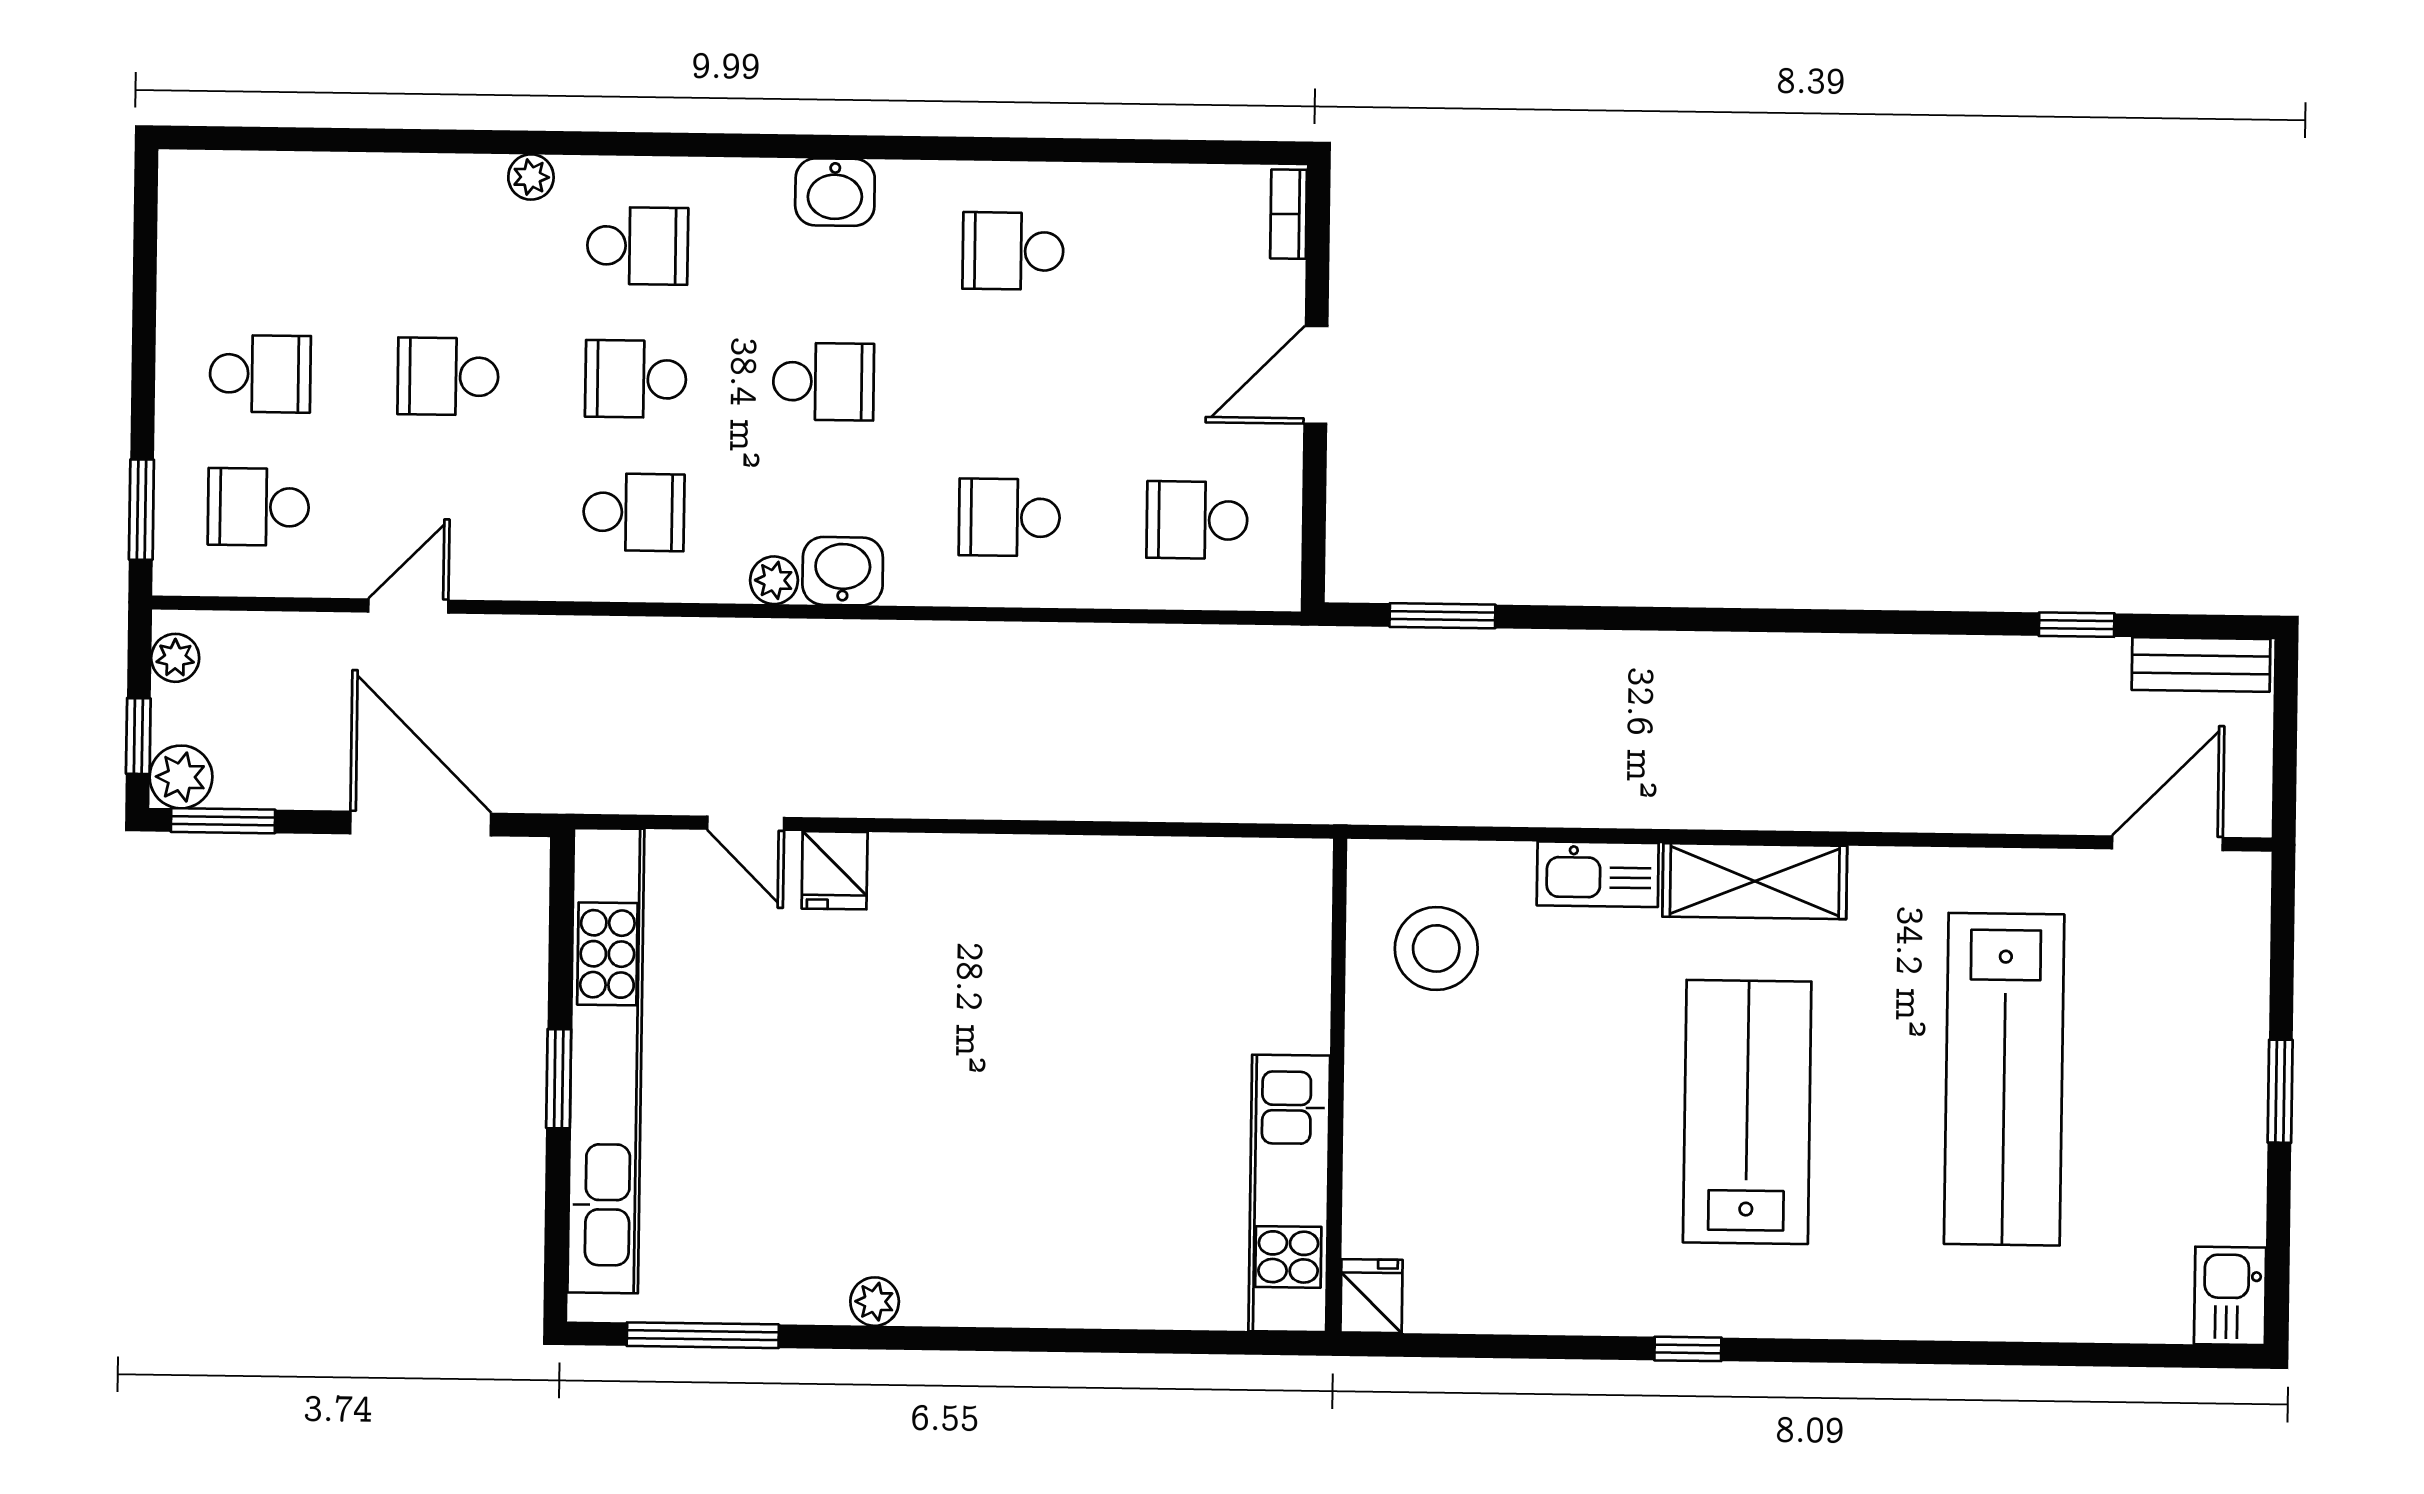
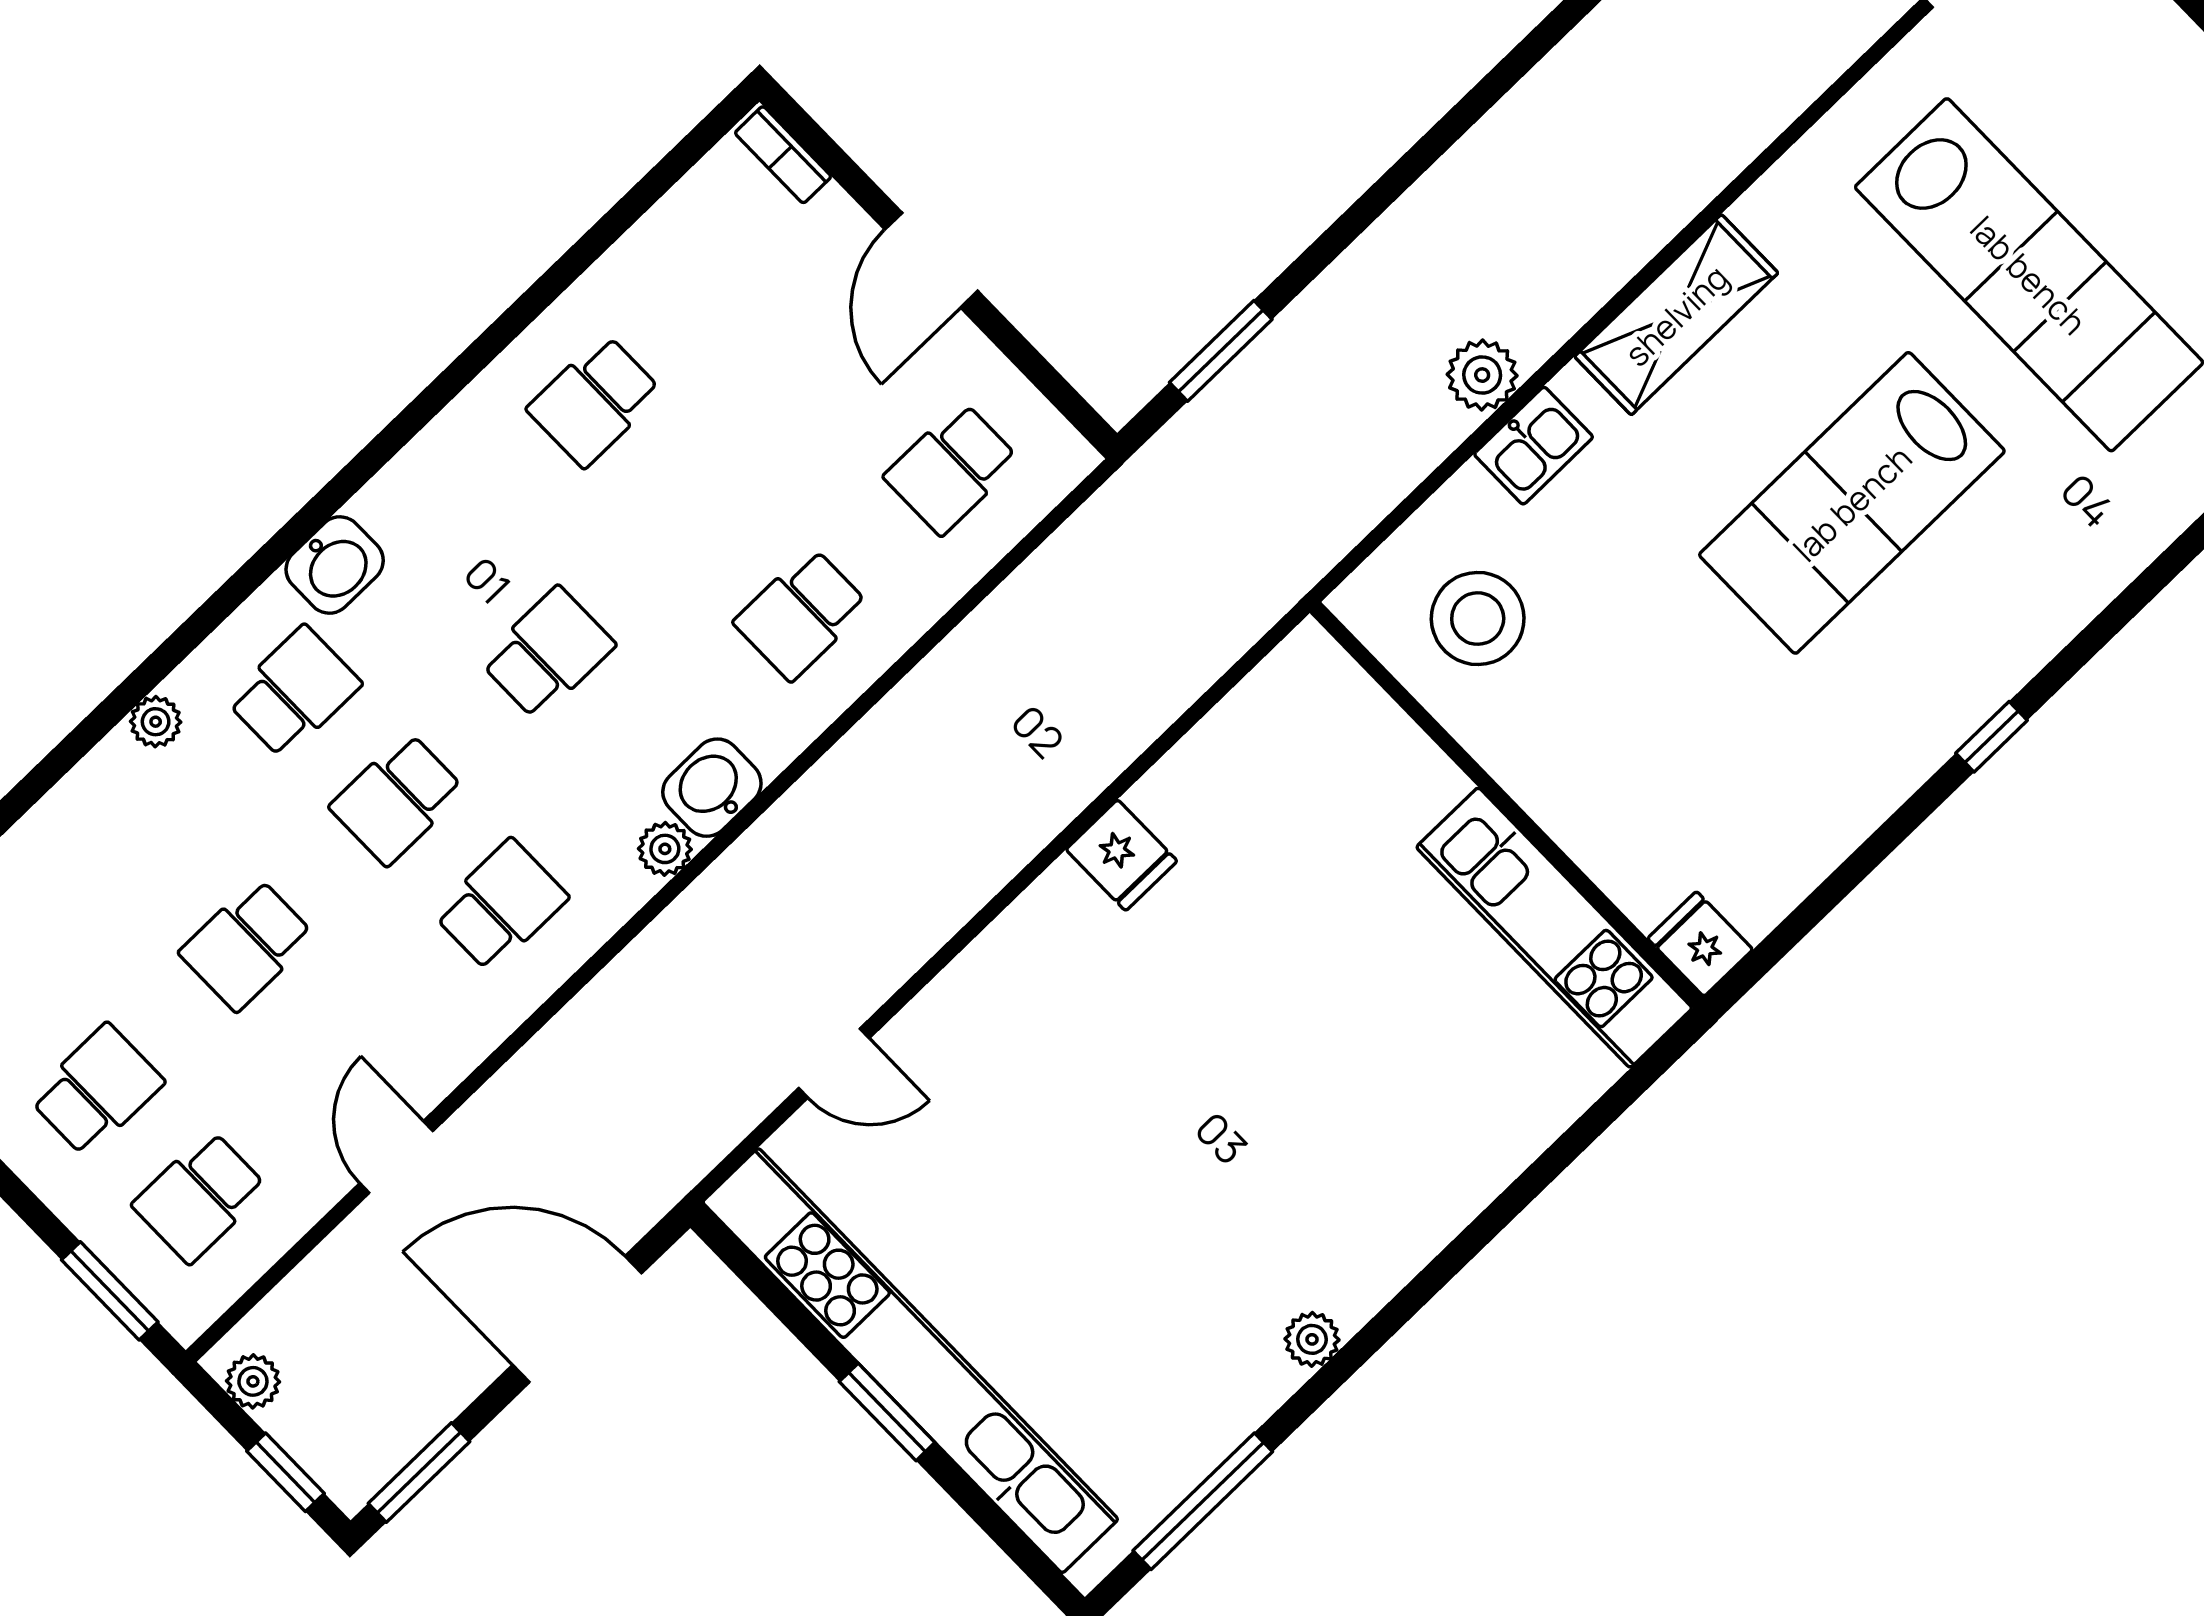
washbasin: (835, 192) -> (335, 565), moved
plant: (181, 777) -> (1482, 375), moved
fridge: (835, 870) -> (1122, 855), moved
kitchen sink: (1598, 874) -> (1534, 446), width x0.73
lab bench: (1747, 1112) -> (1852, 503), turned -90

